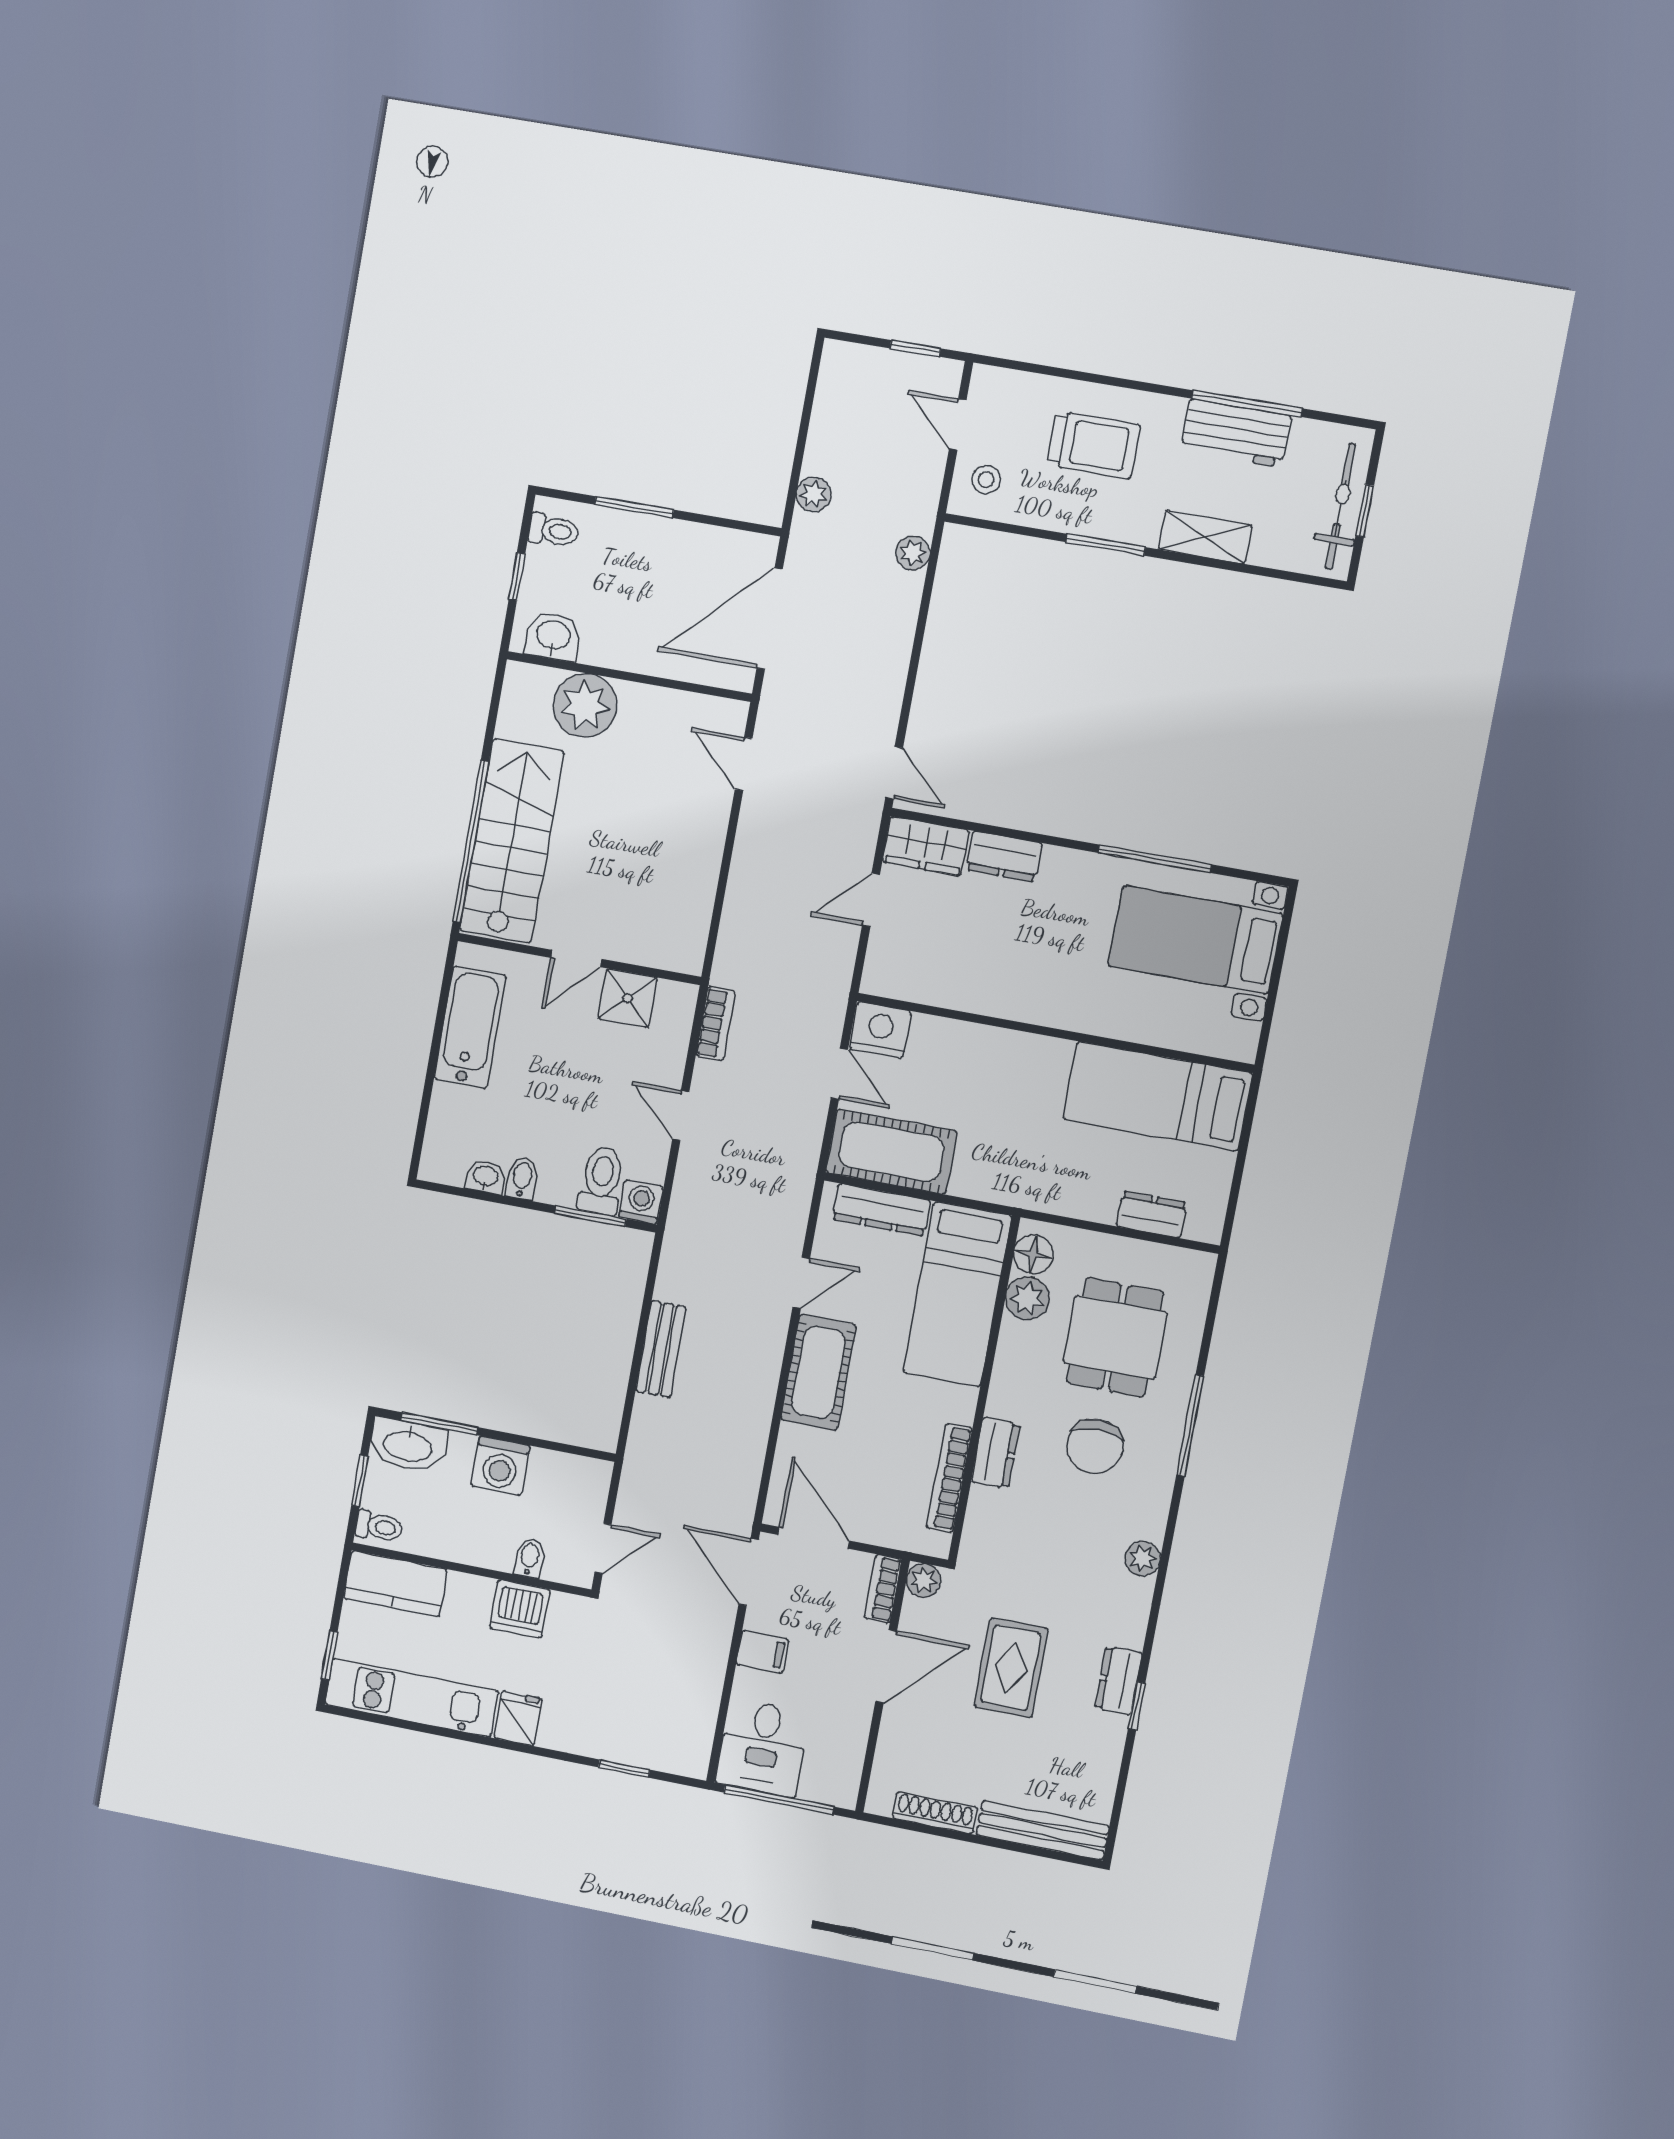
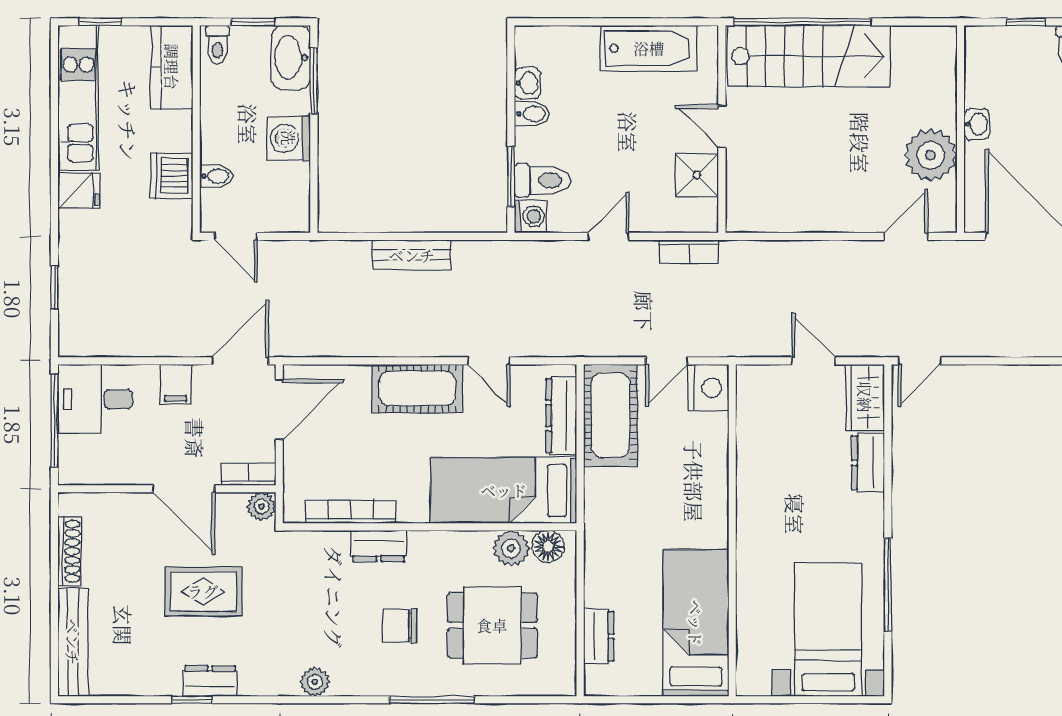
washbasin: (553, 636) -> (977, 124), moved, width x0.72, depth x0.69
plant: (585, 705) -> (931, 155), moved
chair: (1095, 1446) -> (400, 626), width x0.73, depth x0.73

